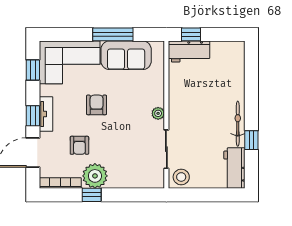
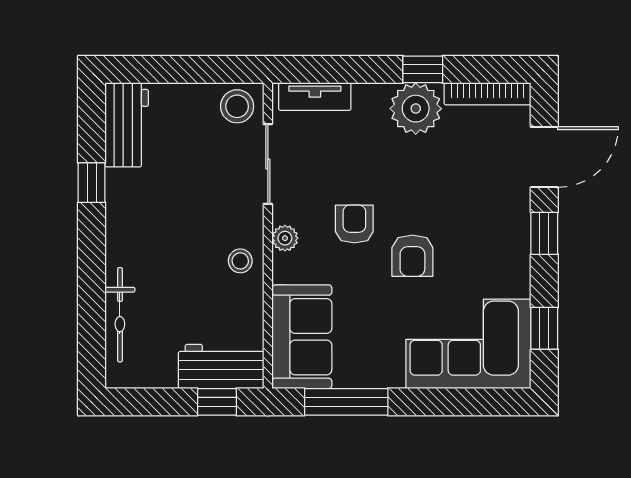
window: (113, 34) -> (346, 402), moved
sofa: (126, 55) -> (302, 337), moved, turned 90
stool: (180, 102) -> (240, 261), added
tv unit: (46, 114) -> (315, 97), moved, turned -90
bicycle: (238, 124) -> (120, 315), moved
armchair: (79, 145) -> (354, 224), moved

